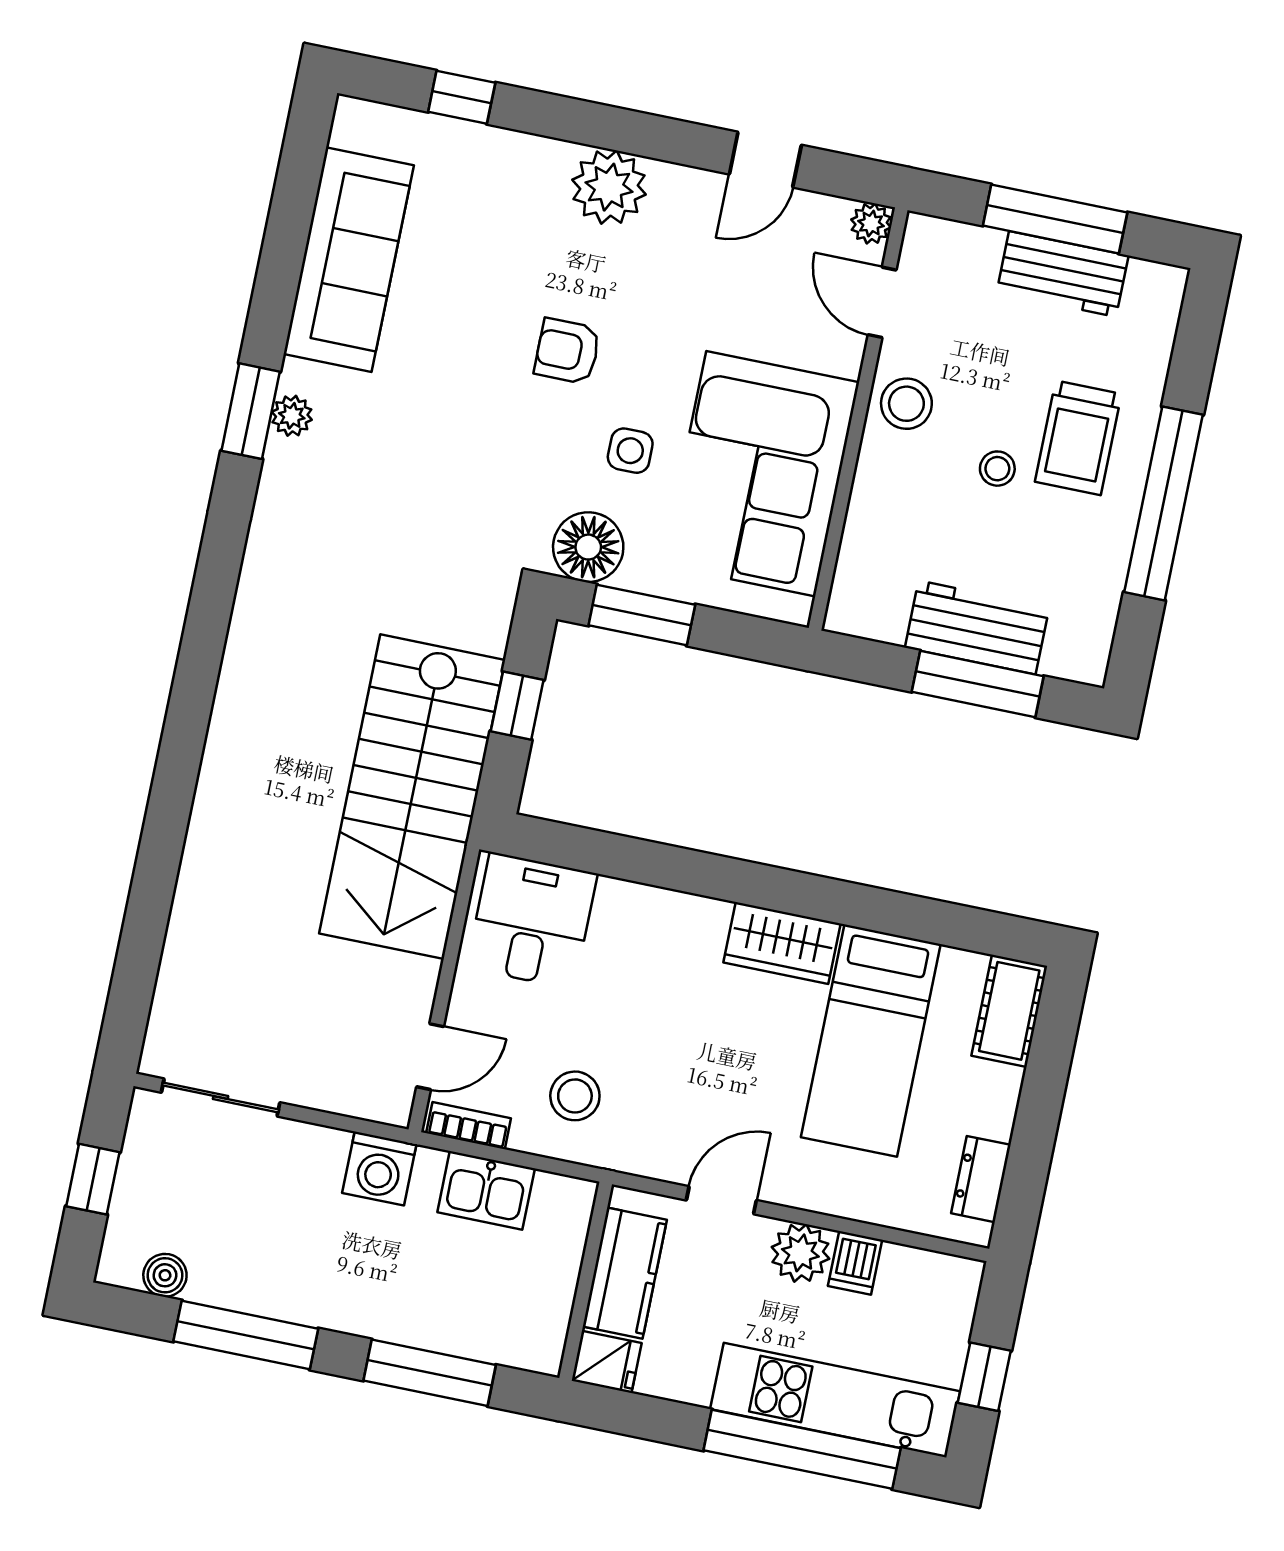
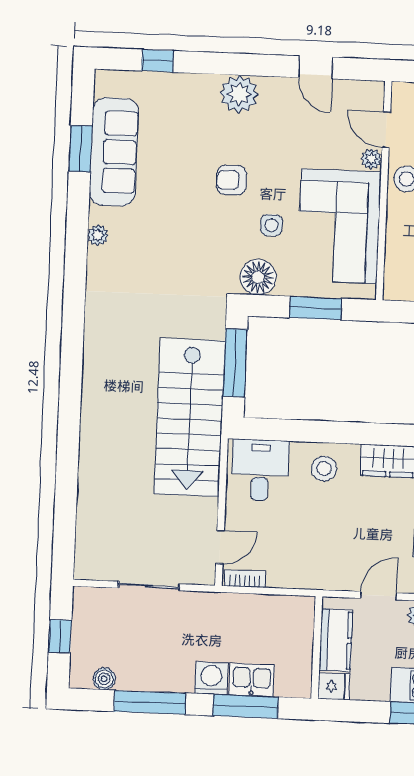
door: (765, 160) -> (316, 67), hinge flipped
plant: (871, 224) -> (371, 159), moved
window: (251, 411) -> (80, 149), moved
window: (642, 615) -> (316, 308), moved
window: (517, 706) -> (235, 363), width x2.17
stool: (575, 1096) -> (324, 469), moved
sliding door: (221, 1097) -> (149, 586), moved
washing machine: (379, 1169) -> (211, 678), moved, turned 180
kitchen sink: (486, 1190) -> (252, 680), moved, turned 180

